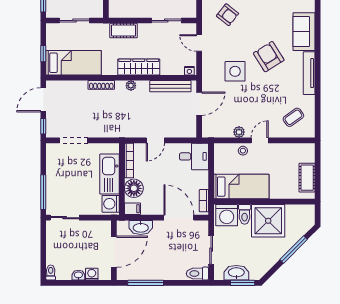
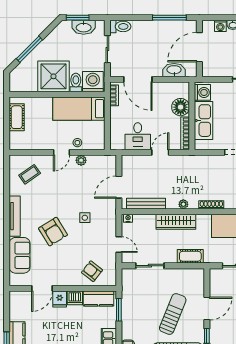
side table: (235, 71) -> (85, 218), width x0.54, depth x0.54
desk: (194, 156) -> (138, 136), moved, turned -90
filing cabinet: (132, 209) -> (182, 88), removed

